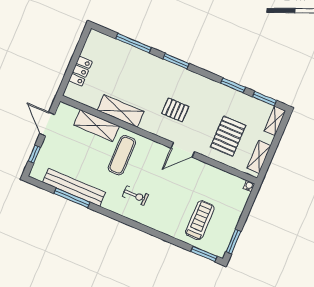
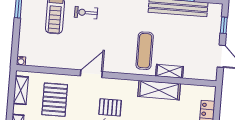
shelving: (96, 126) -> (170, 71), width x0.67, depth x0.75
exercise bike: (135, 196) -> (86, 13), moved

